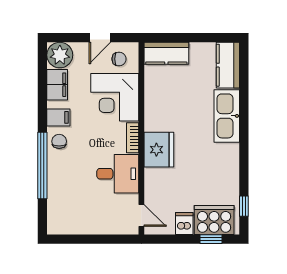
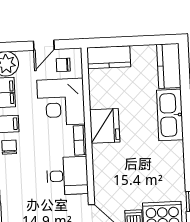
chair: (119, 59) -> (63, 65), turned 180
fridge: (159, 150) -> (105, 126), moved

